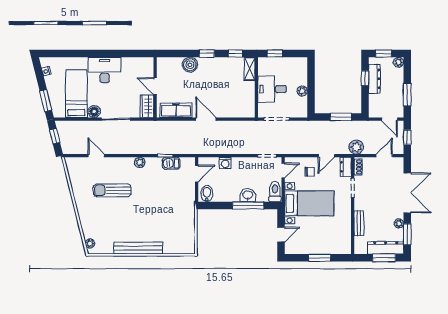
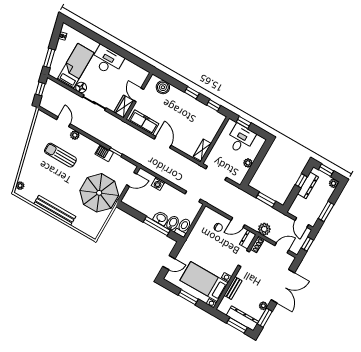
boiler: (190, 65) -> (163, 87), moved
shelving: (250, 69) -> (202, 150), moved
desk: (272, 89) -> (241, 139), moved, turned 90
plant: (140, 162) -> (75, 135), moved
barbecue: (171, 163) -> (104, 153), moved
door: (283, 171) -> (199, 215), removed
bidet: (207, 194) -> (173, 223), moved
bed with nightstands: (309, 203) -> (204, 282), moved, turned 180
parasol: (172, 206) -> (99, 193), added

